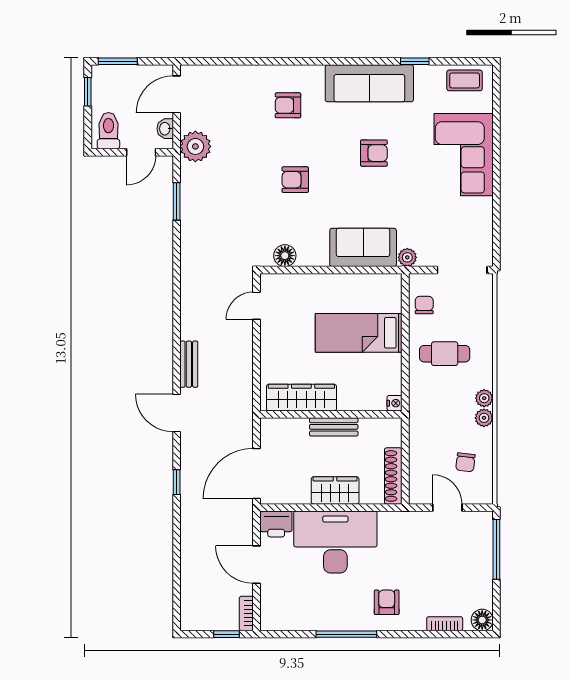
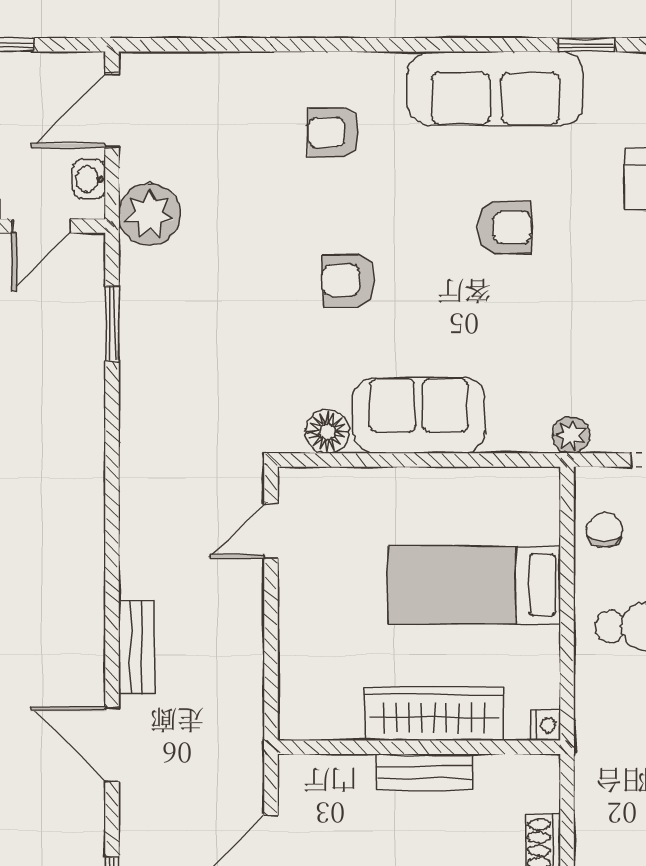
sofa: (363, 247) -> (419, 415), moved
wardrobe: (301, 398) -> (434, 714), moved

